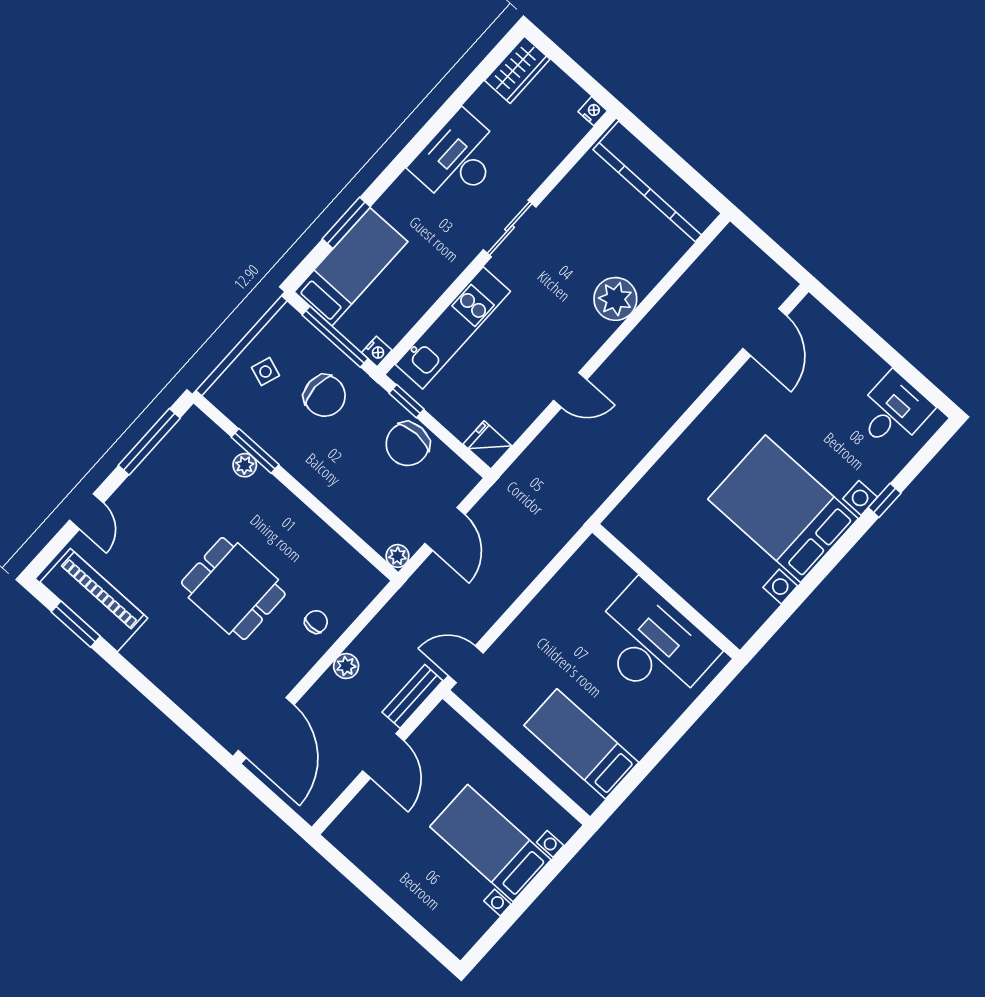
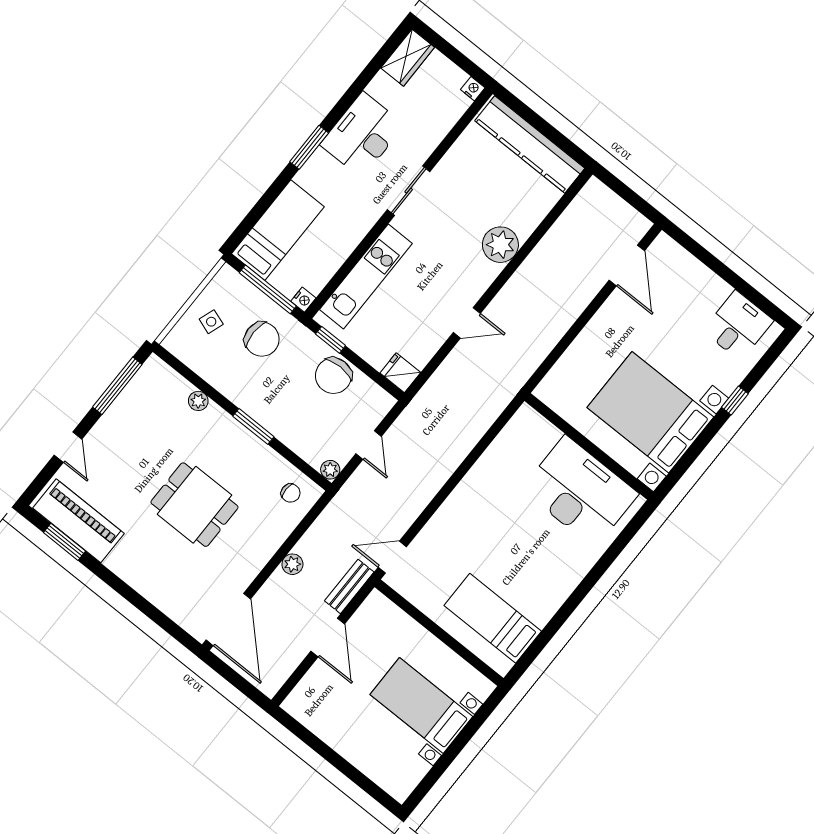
window: (346, 223) -> (309, 147), moved
window: (255, 451) -> (253, 426), moved
door: (445, 529) -> (369, 445), width x0.73
wall: (666, 591) -> (589, 446), moved
chair: (316, 622) -> (291, 493), moved, turned 90
desk: (652, 645) -> (580, 492), moved

